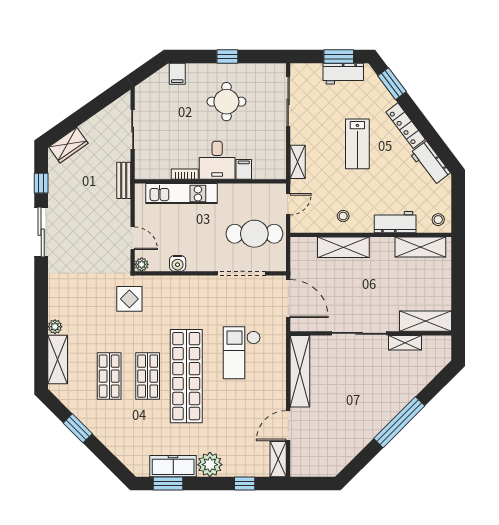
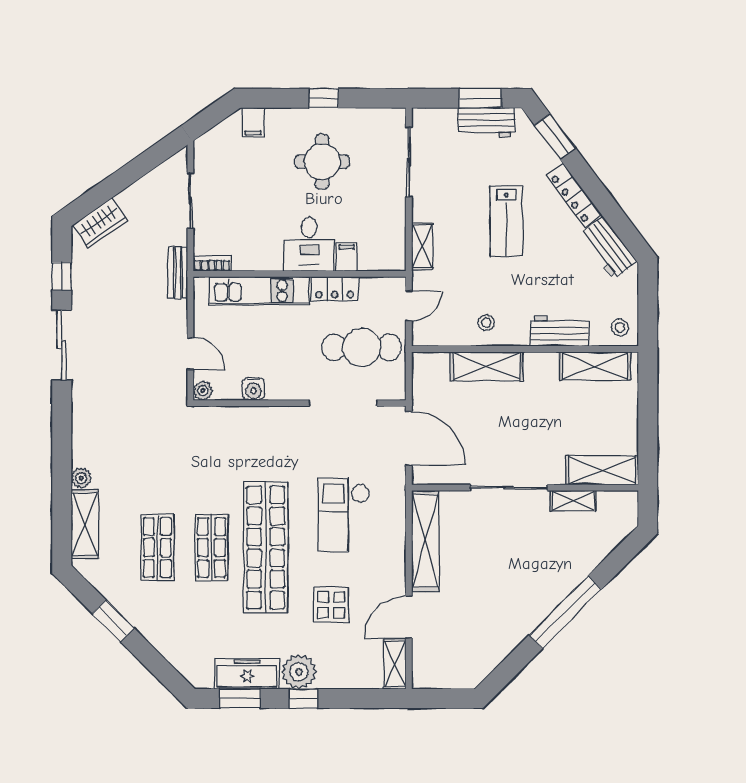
bookcase: (185, 174) -> (212, 264), moved
locker: (235, 192) -> (335, 289), added
display table: (129, 299) -> (331, 605), moved
window: (245, 483) -> (303, 698), moved

